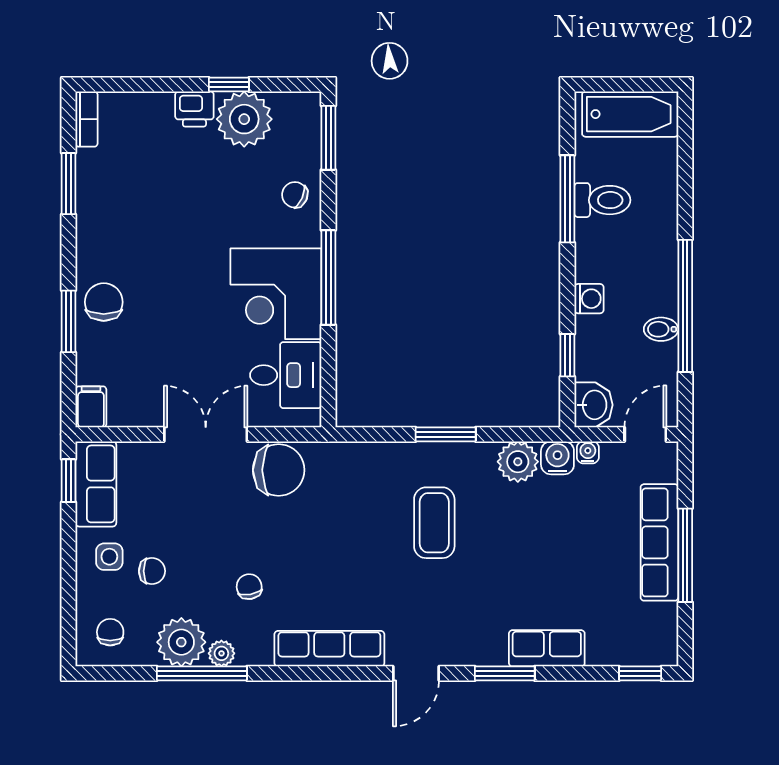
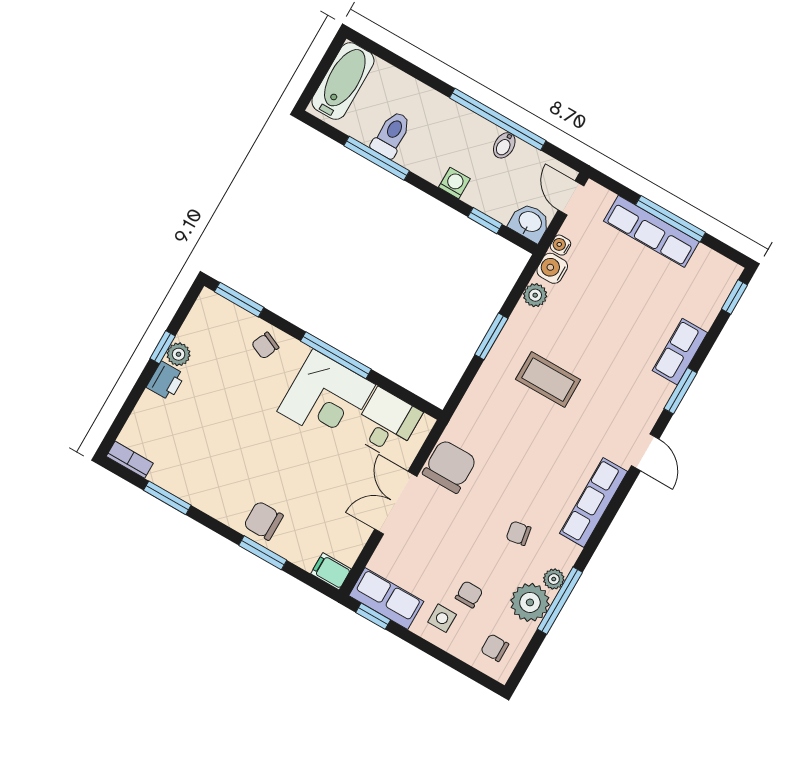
plant: (244, 119) -> (179, 354), width x0.53, depth x0.53
plant: (518, 462) -> (535, 295), width x0.73, depth x0.73

